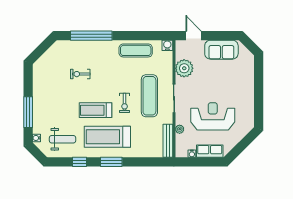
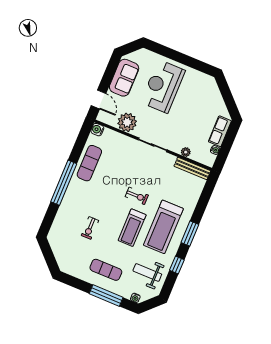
window: (91, 36) -> (64, 183), moved
door: (194, 36) -> (98, 100), swing flipped
exercise mat: (149, 96) -> (106, 270), moved, width x0.73, depth x0.69
reception desk: (213, 116) -> (163, 86), moved
weight bench: (63, 139) -> (147, 272), turned -90

